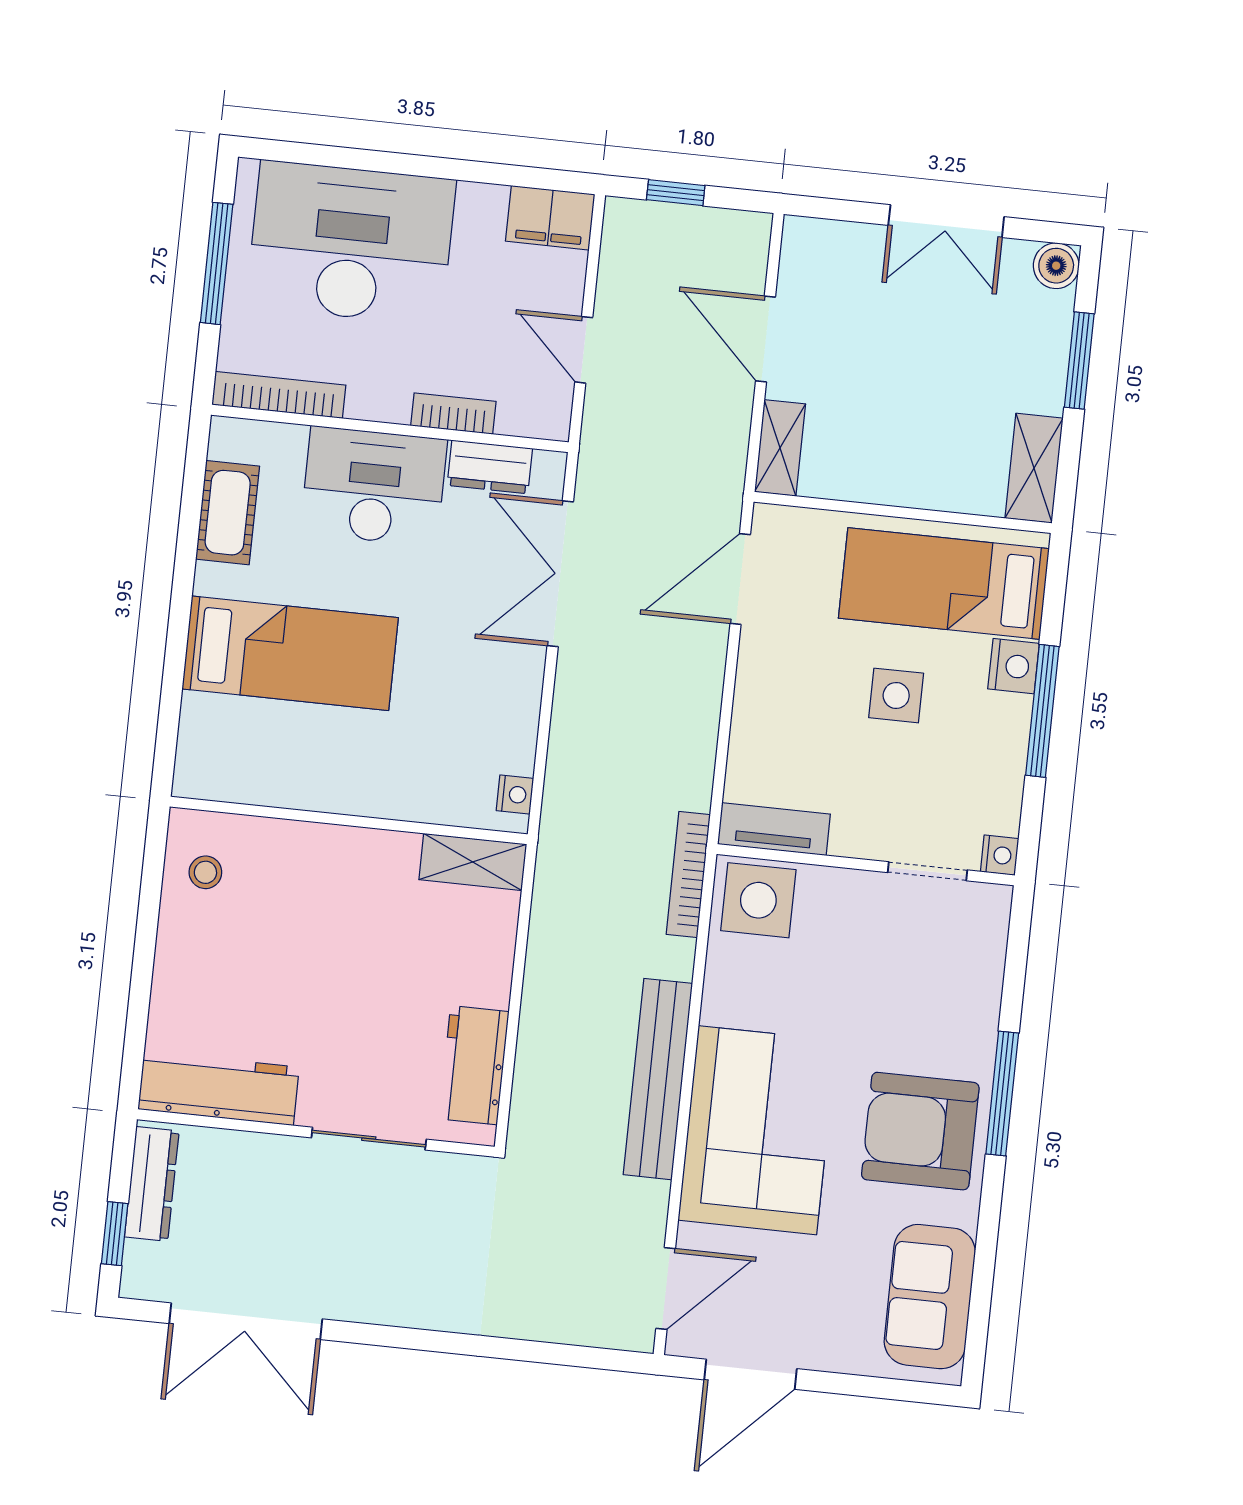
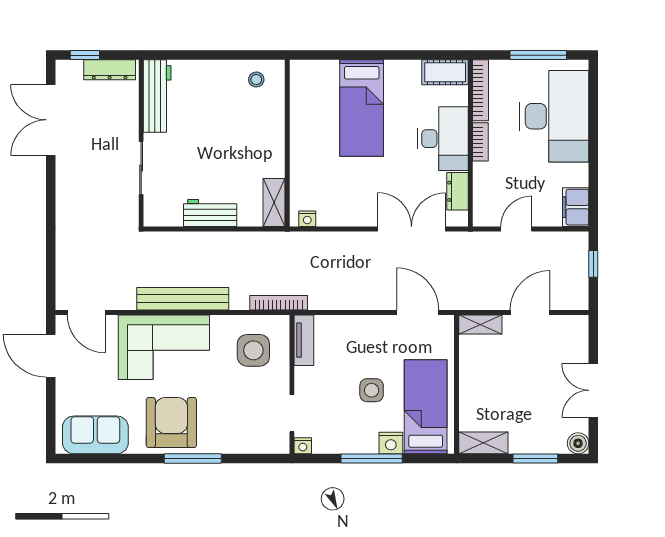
bookcase: (453, 413) -> (480, 142), moved
cot: (228, 513) -> (445, 72), moved
side table: (758, 900) -> (253, 350), moved
workbench: (474, 1065) -> (210, 213), moved

